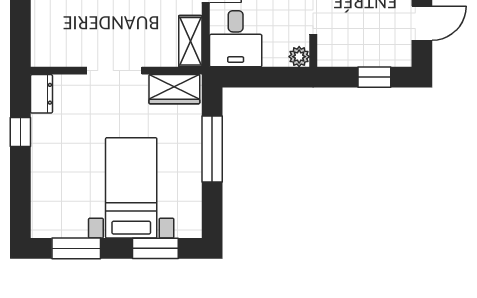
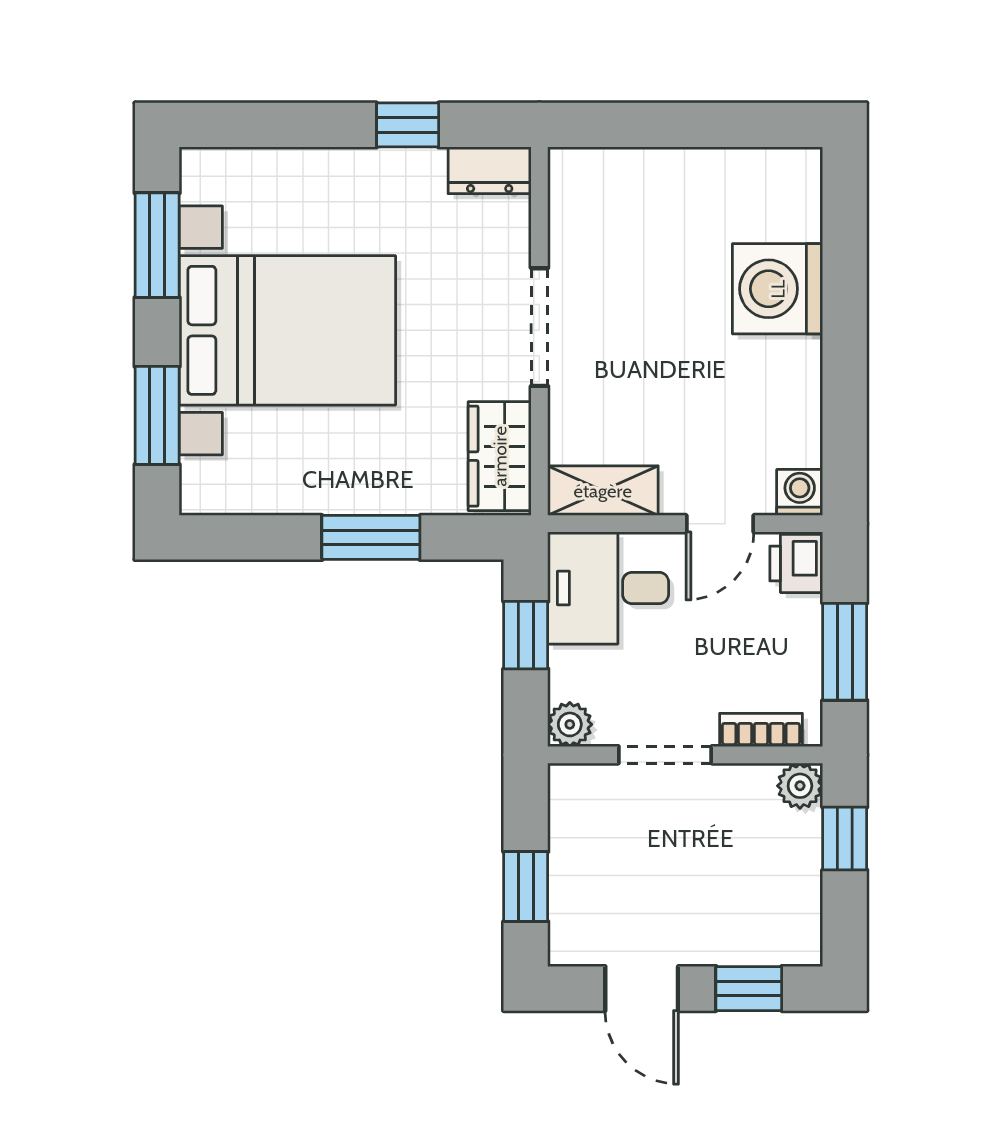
window: (258, 77) -> (526, 635), added
window: (212, 149) -> (371, 537), width x0.69
bed with nightstands: (131, 188) -> (287, 330), width x1.36

